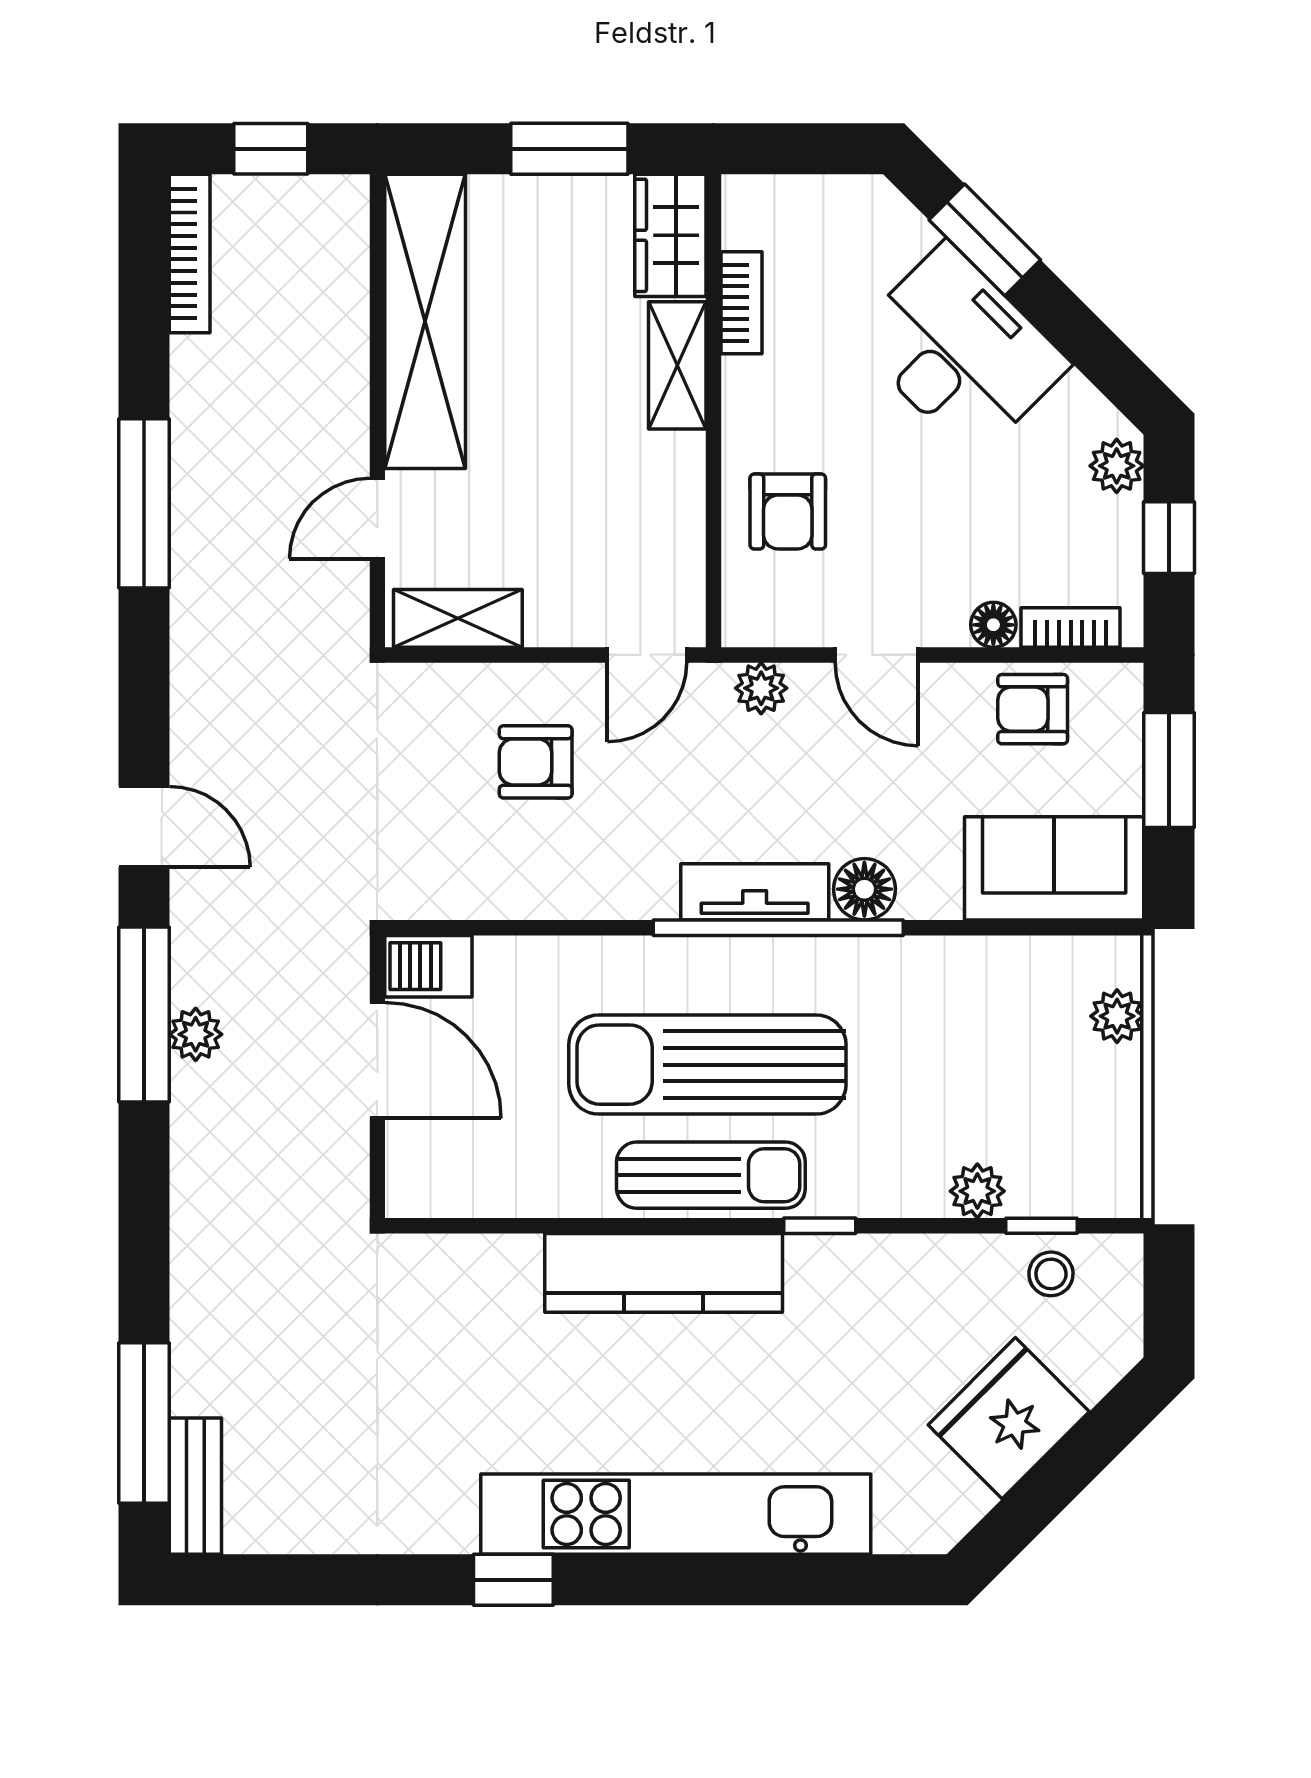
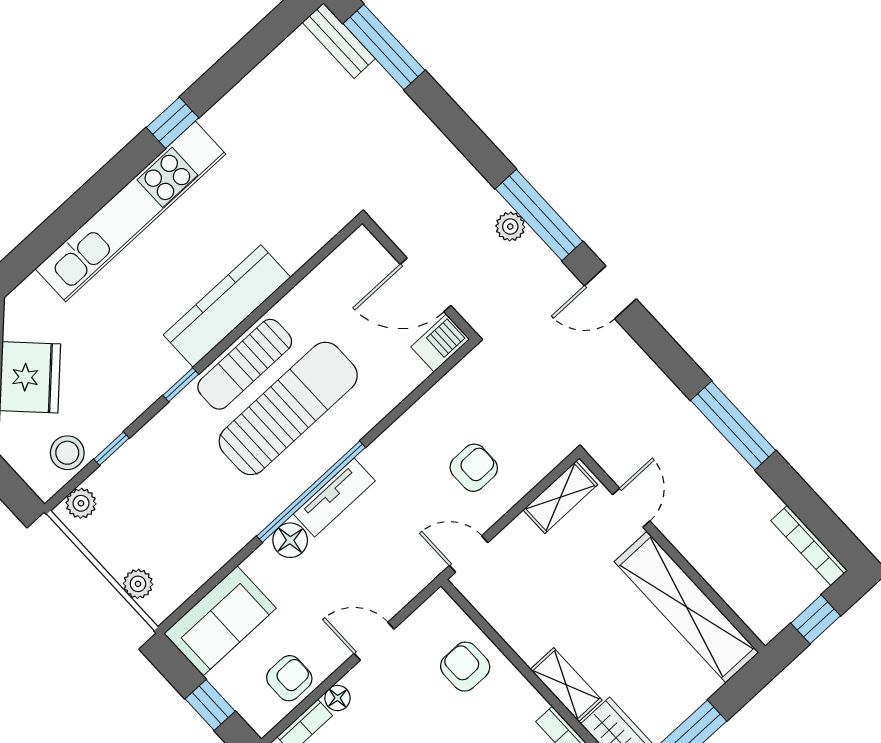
door: (647, 655) -> (469, 554), hinge flipped
plant: (761, 688) -> (409, 584), removed
window: (1169, 770) -> (210, 705), width x0.67
plant: (977, 1191) -> (81, 503), moved
window: (1041, 1226) -> (112, 449), moved
stool: (1051, 1274) -> (67, 453), width x1.37, depth x1.37

